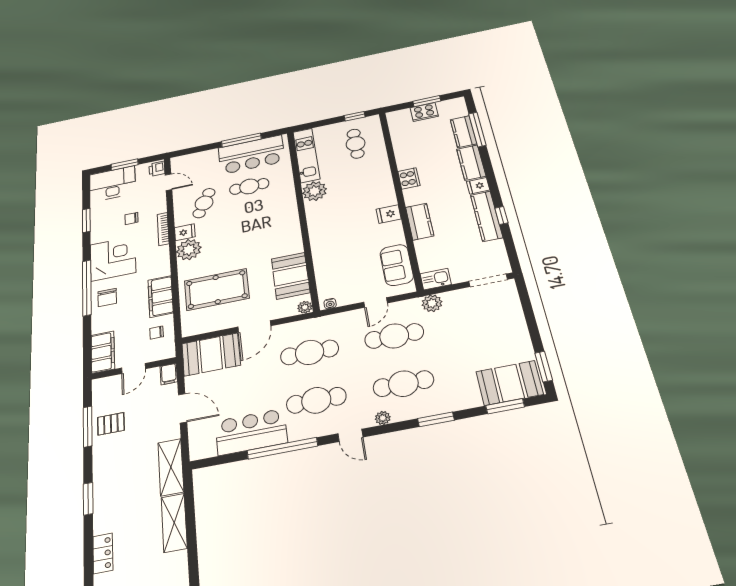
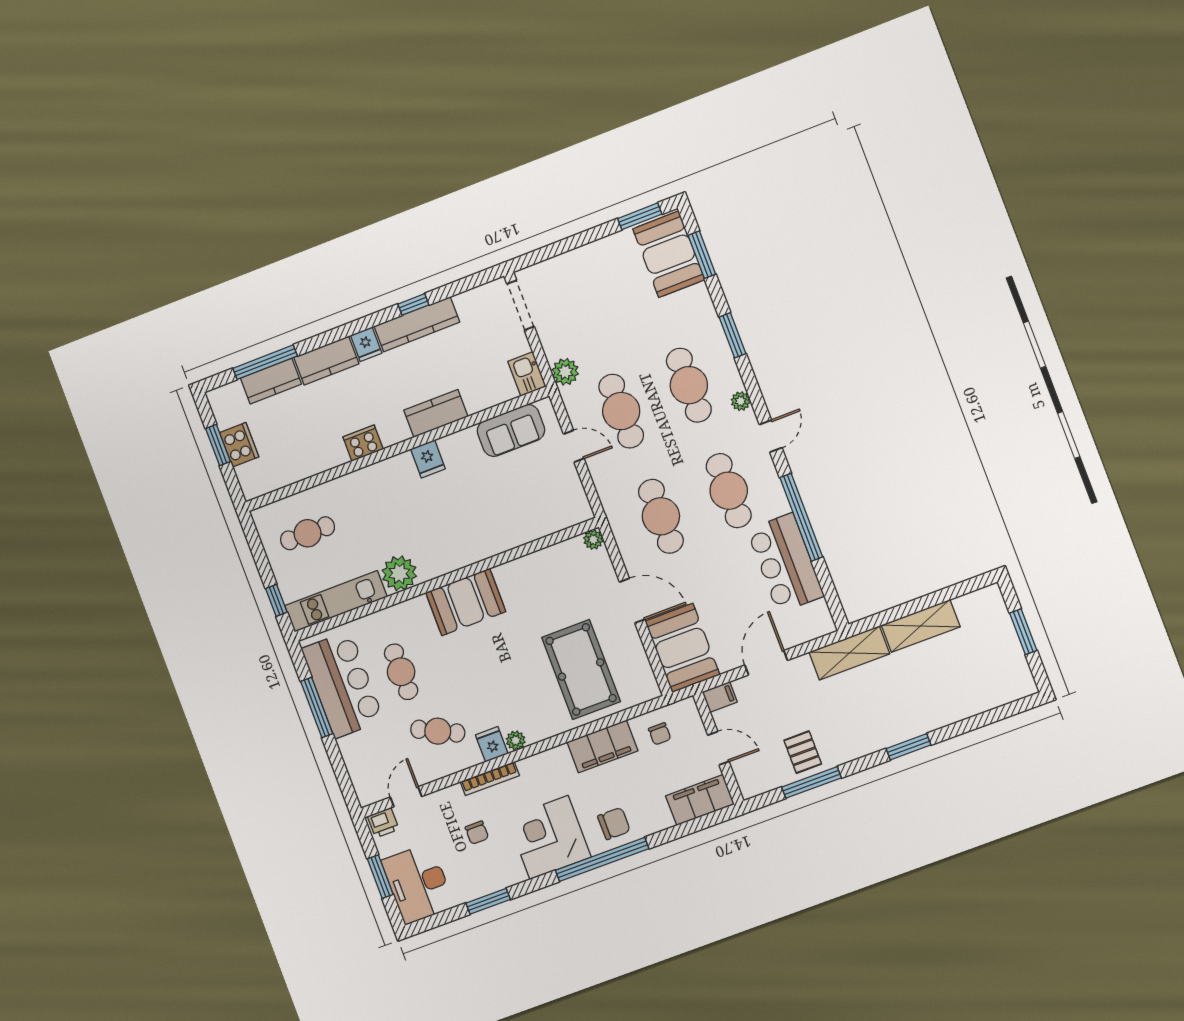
window: (355, 116) -> (276, 600), moved
plant: (189, 250) -> (516, 740), width x0.53, depth x0.53
booth: (291, 276) -> (466, 602), moved
water cooler: (330, 304) -> (583, 507), removed
locker: (103, 553) -> (974, 703), removed

